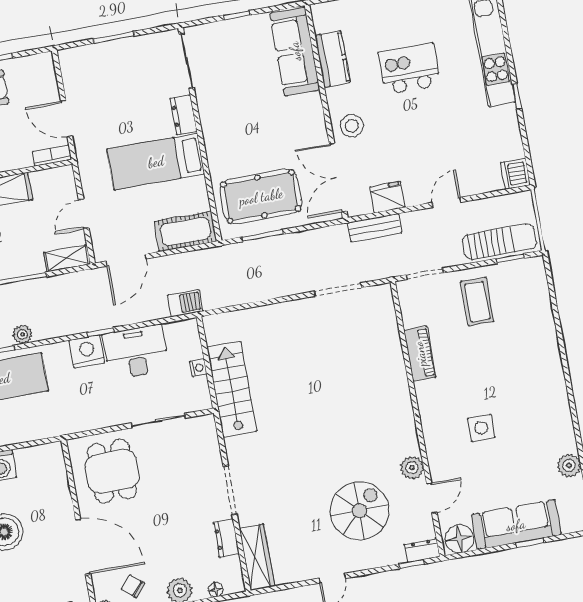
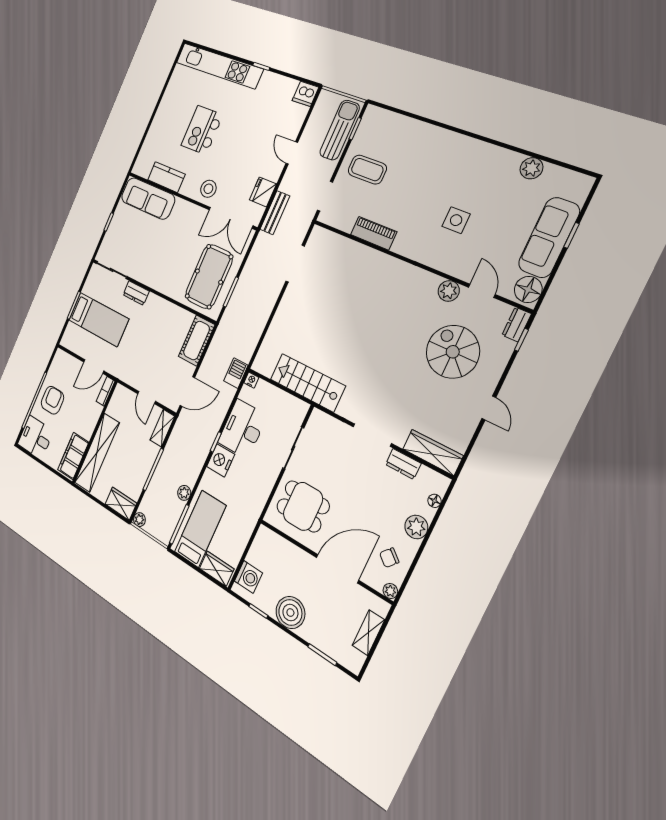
bed: (156, 162) -> (98, 319), moved, turned -90
door: (126, 260) -> (187, 392), hinge flipped
nightstand: (198, 368) -> (251, 380), moved

